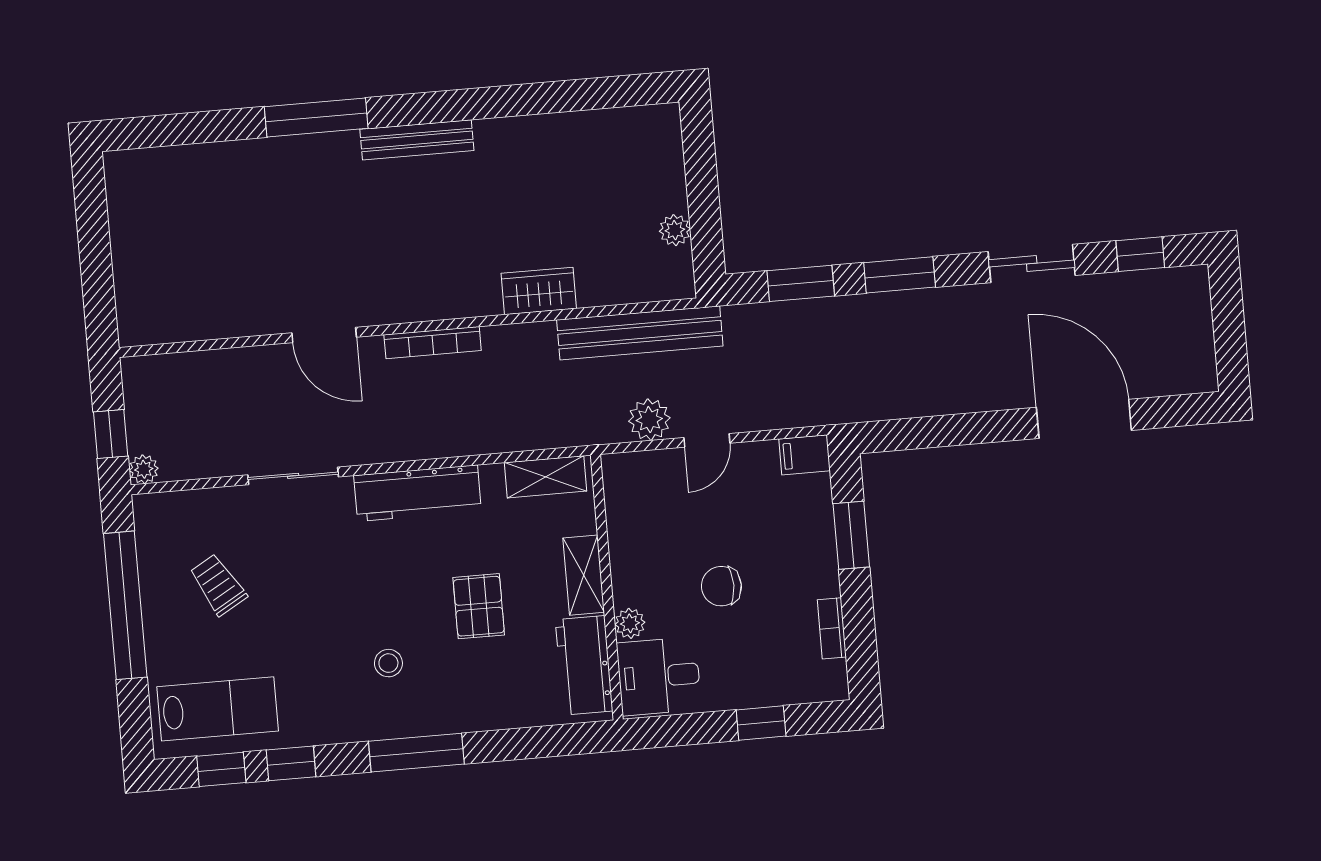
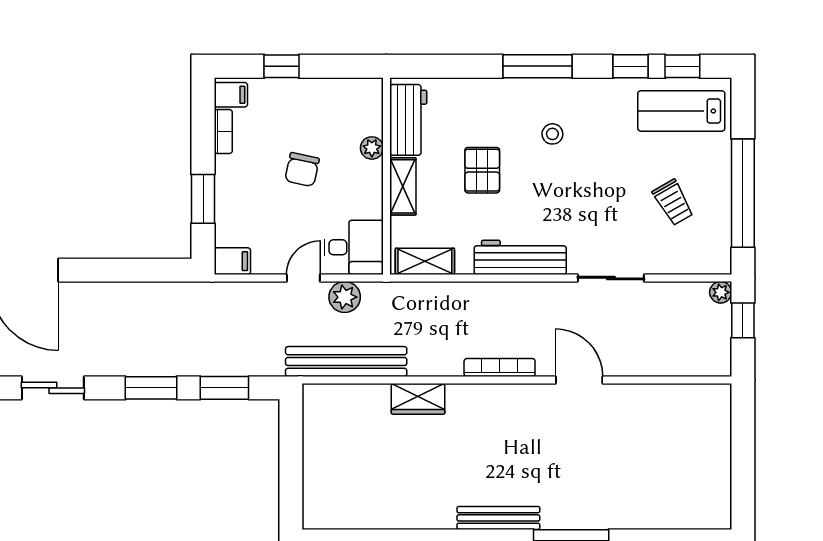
plant: (675, 230) -> (314, 435), removed
chair: (721, 586) -> (302, 170), turned 102
desk: (659, 676) -> (354, 247), moved
filing cabinet: (826, 679) -> (231, 95), added

